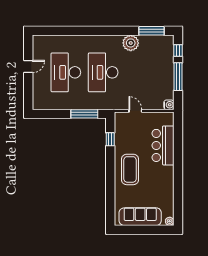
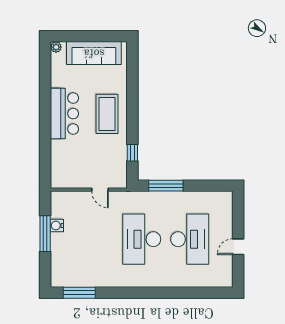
plant: (131, 43) -> (106, 277), removed
window: (178, 51) -> (45, 267), removed
desk: (103, 72) -> (142, 239), turned 180
water cooler: (169, 105) -> (57, 225), moved
bar counter: (163, 145) -> (64, 114), moved

